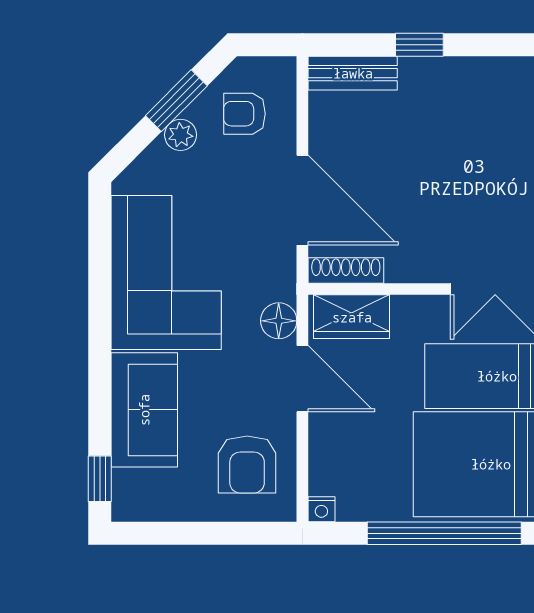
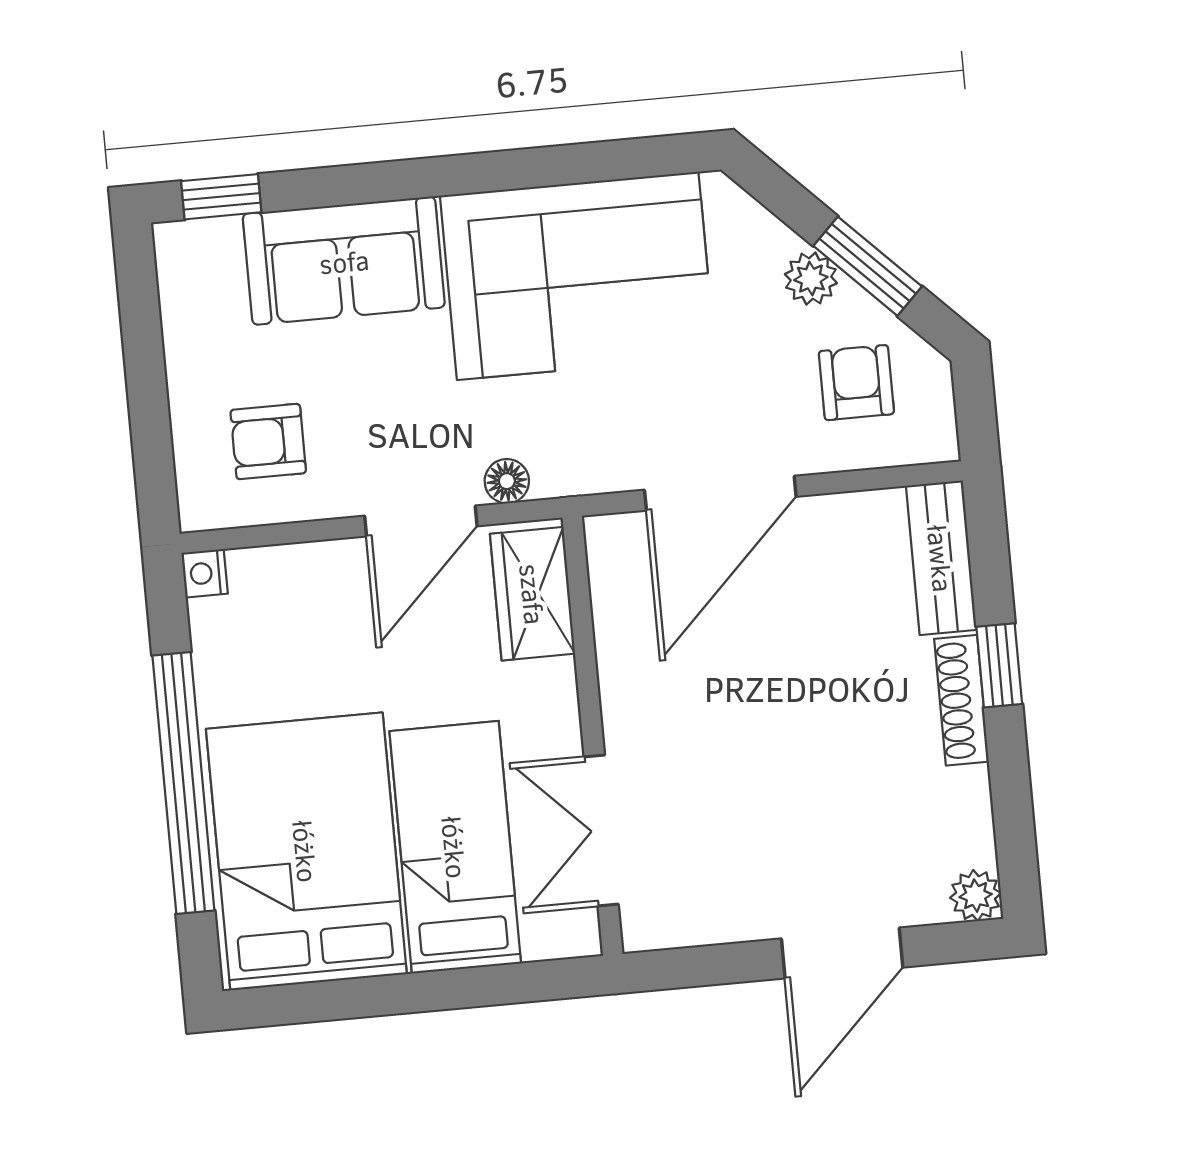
shoe rack: (346, 270) -> (962, 700), moved, turned 180
floor lamp: (279, 321) -> (507, 481), width x0.73, depth x0.73
armchair: (247, 464) -> (268, 441), width x0.72, depth x0.72

